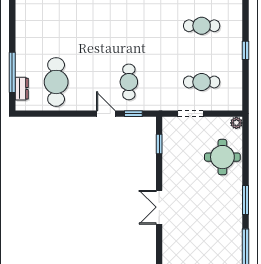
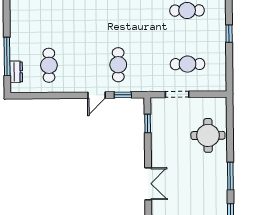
cafe table: (56, 82) -> (49, 65), width x0.73, depth x0.74
door: (106, 114) -> (97, 95), swing flipped
plant: (236, 123) -> (221, 103), removed
double door: (159, 207) -> (148, 184), swing flipped

